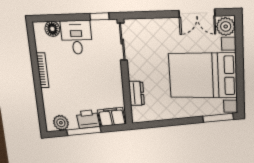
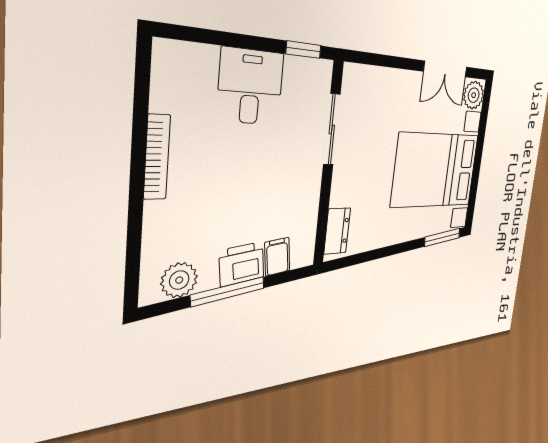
floor lamp: (52, 29) -> (200, 61), removed
sliding door: (122, 42) -> (332, 130), moved
dresser: (136, 93) -> (337, 231), moved
filing cabinet: (112, 117) -> (277, 257), width x0.50

